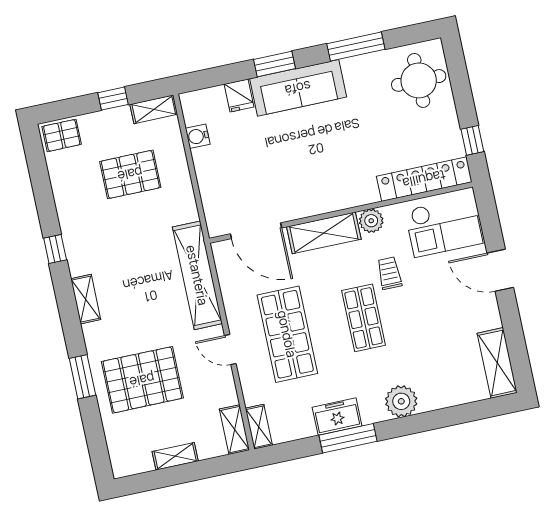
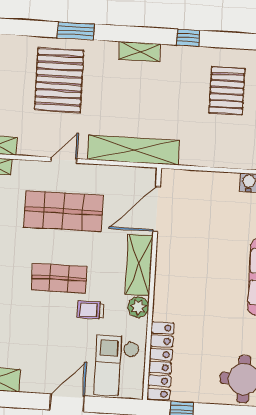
pallet: (130, 174) -> (227, 91), moved
trolley: (389, 273) -> (90, 310), turned 180

